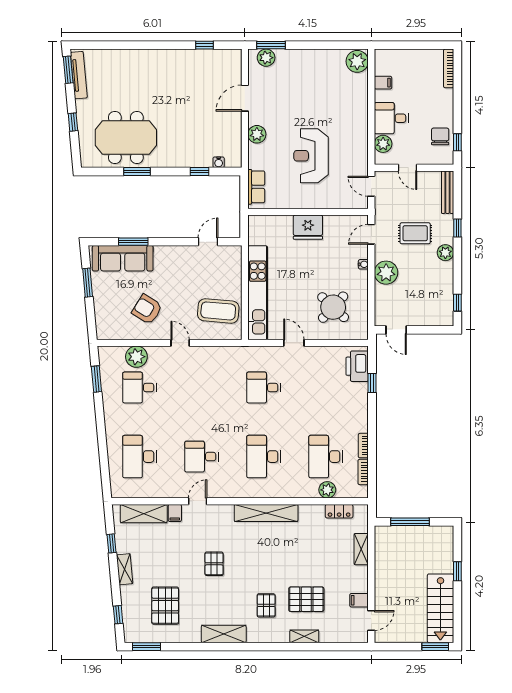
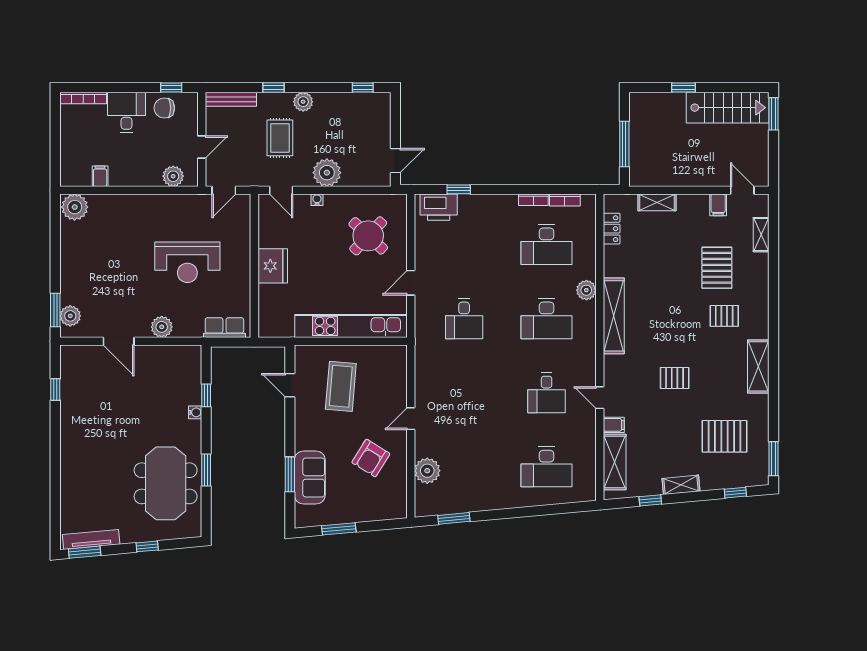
desk: (391, 118) -> (127, 112), moved, turned 180
water cooler: (219, 162) -> (195, 412), moved
sofa: (123, 258) -> (310, 477), width x0.73
coffee table: (218, 311) -> (341, 386), moved
desk: (140, 388) -> (464, 467), removed
plant: (327, 490) -> (586, 290), moved
shelving: (304, 636) -> (761, 235), moved

